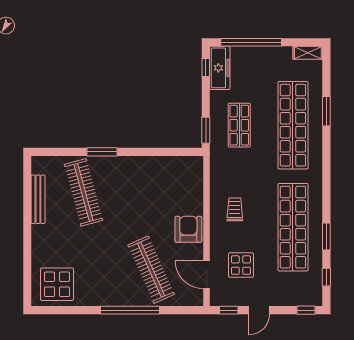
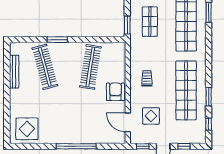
clothes rail: (151, 270) -> (90, 67), moved, turned 33
window: (306, 310) -> (184, 146), moved

